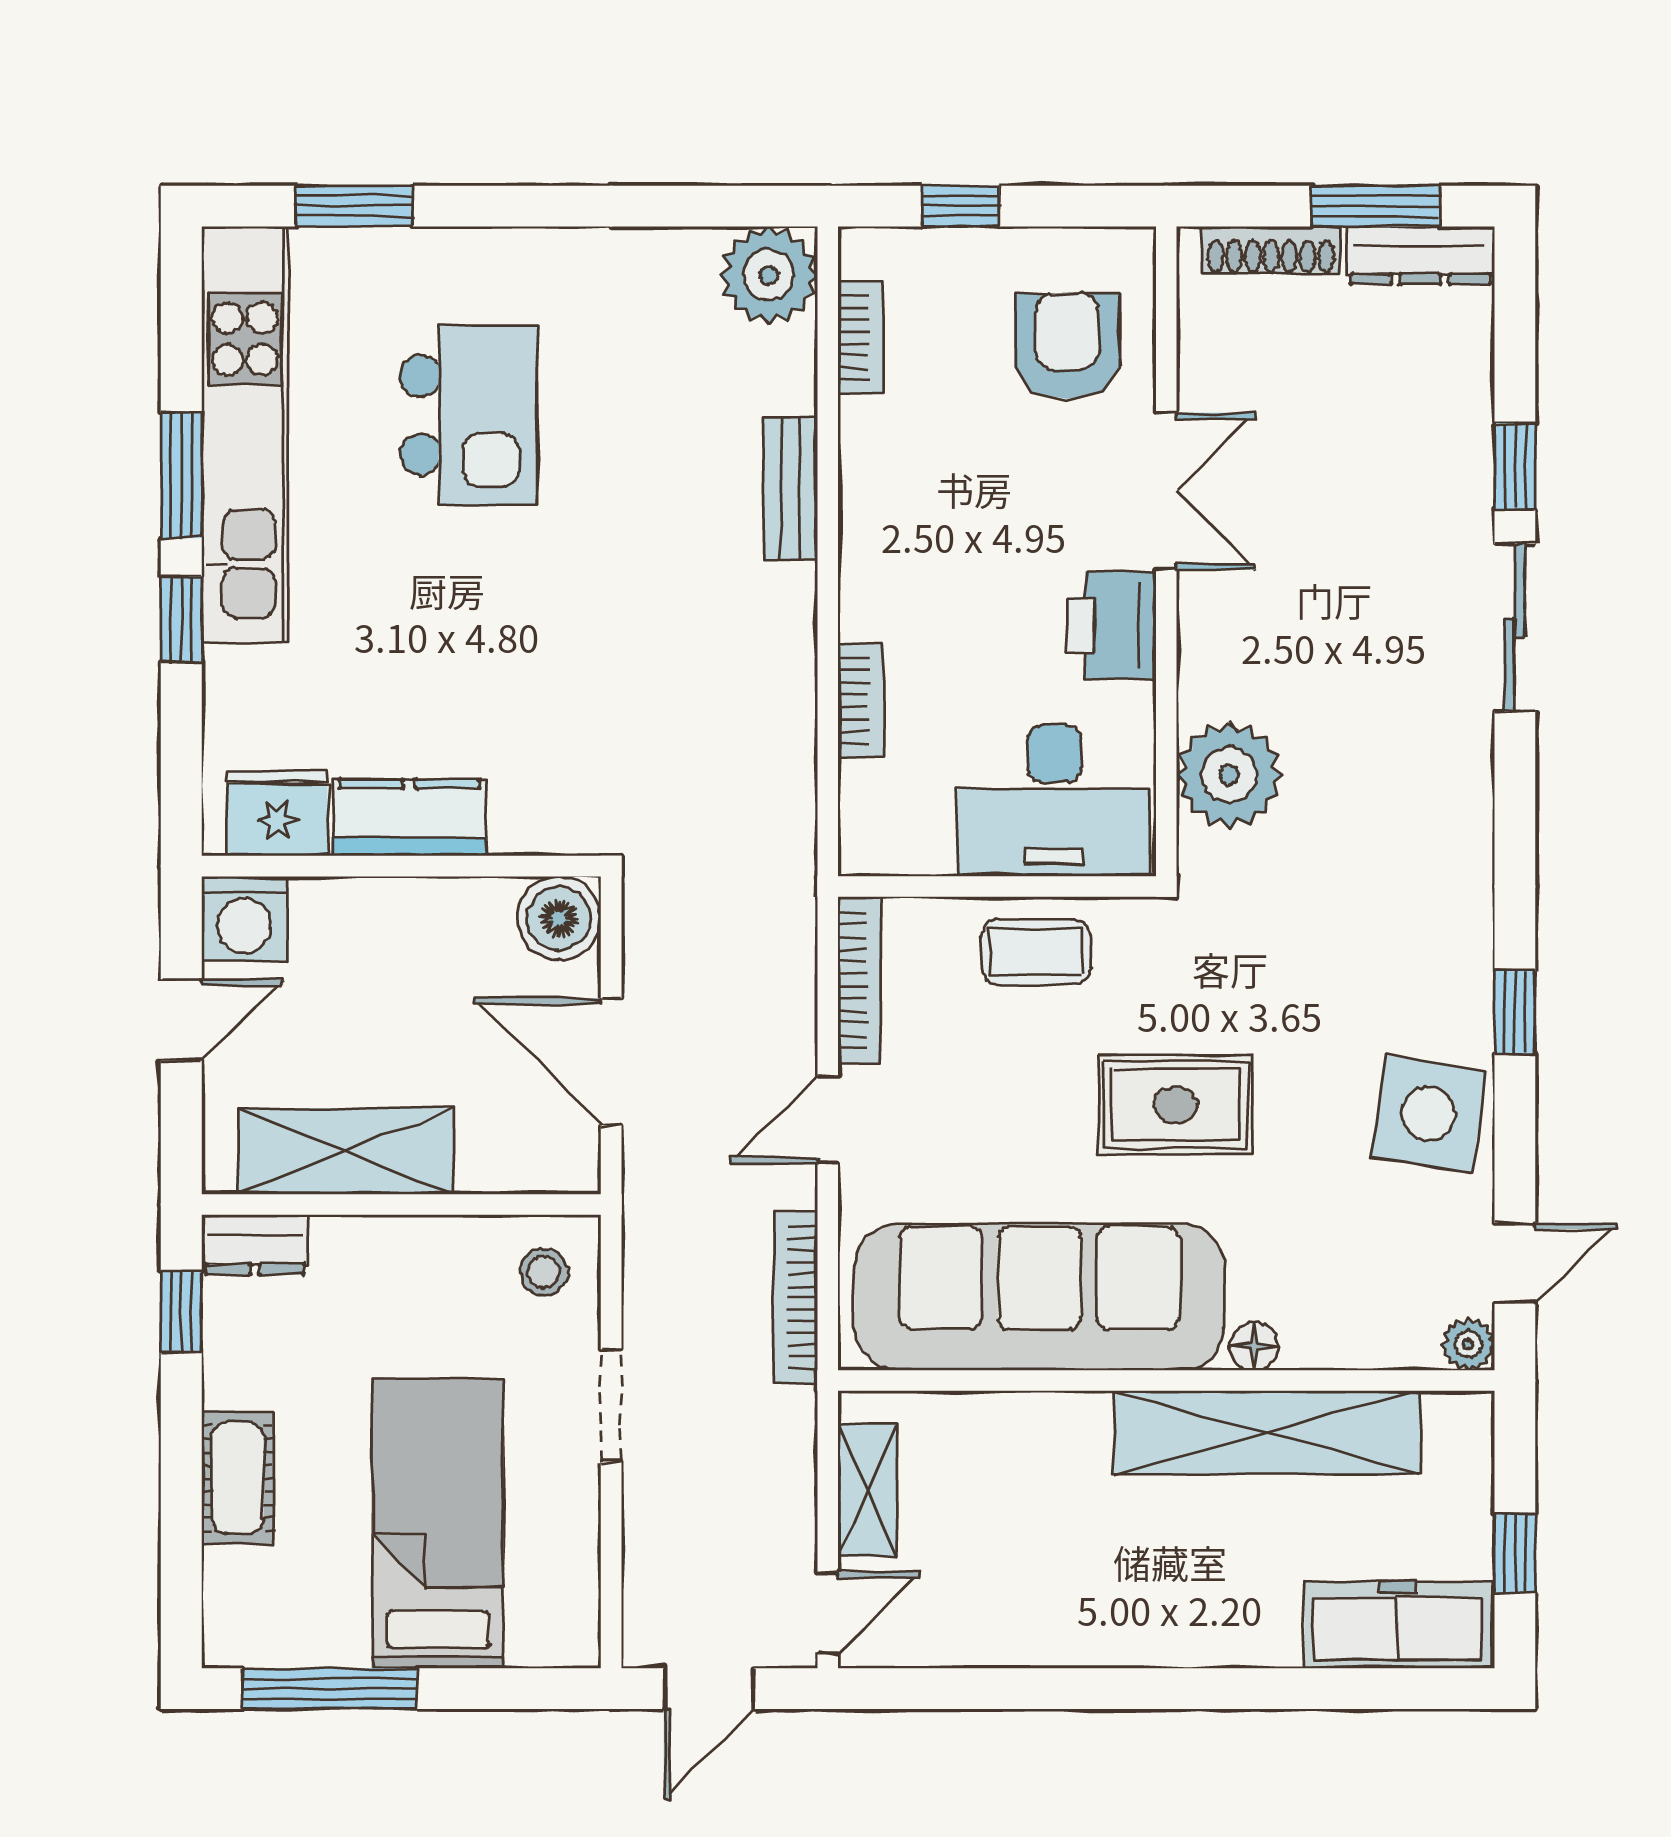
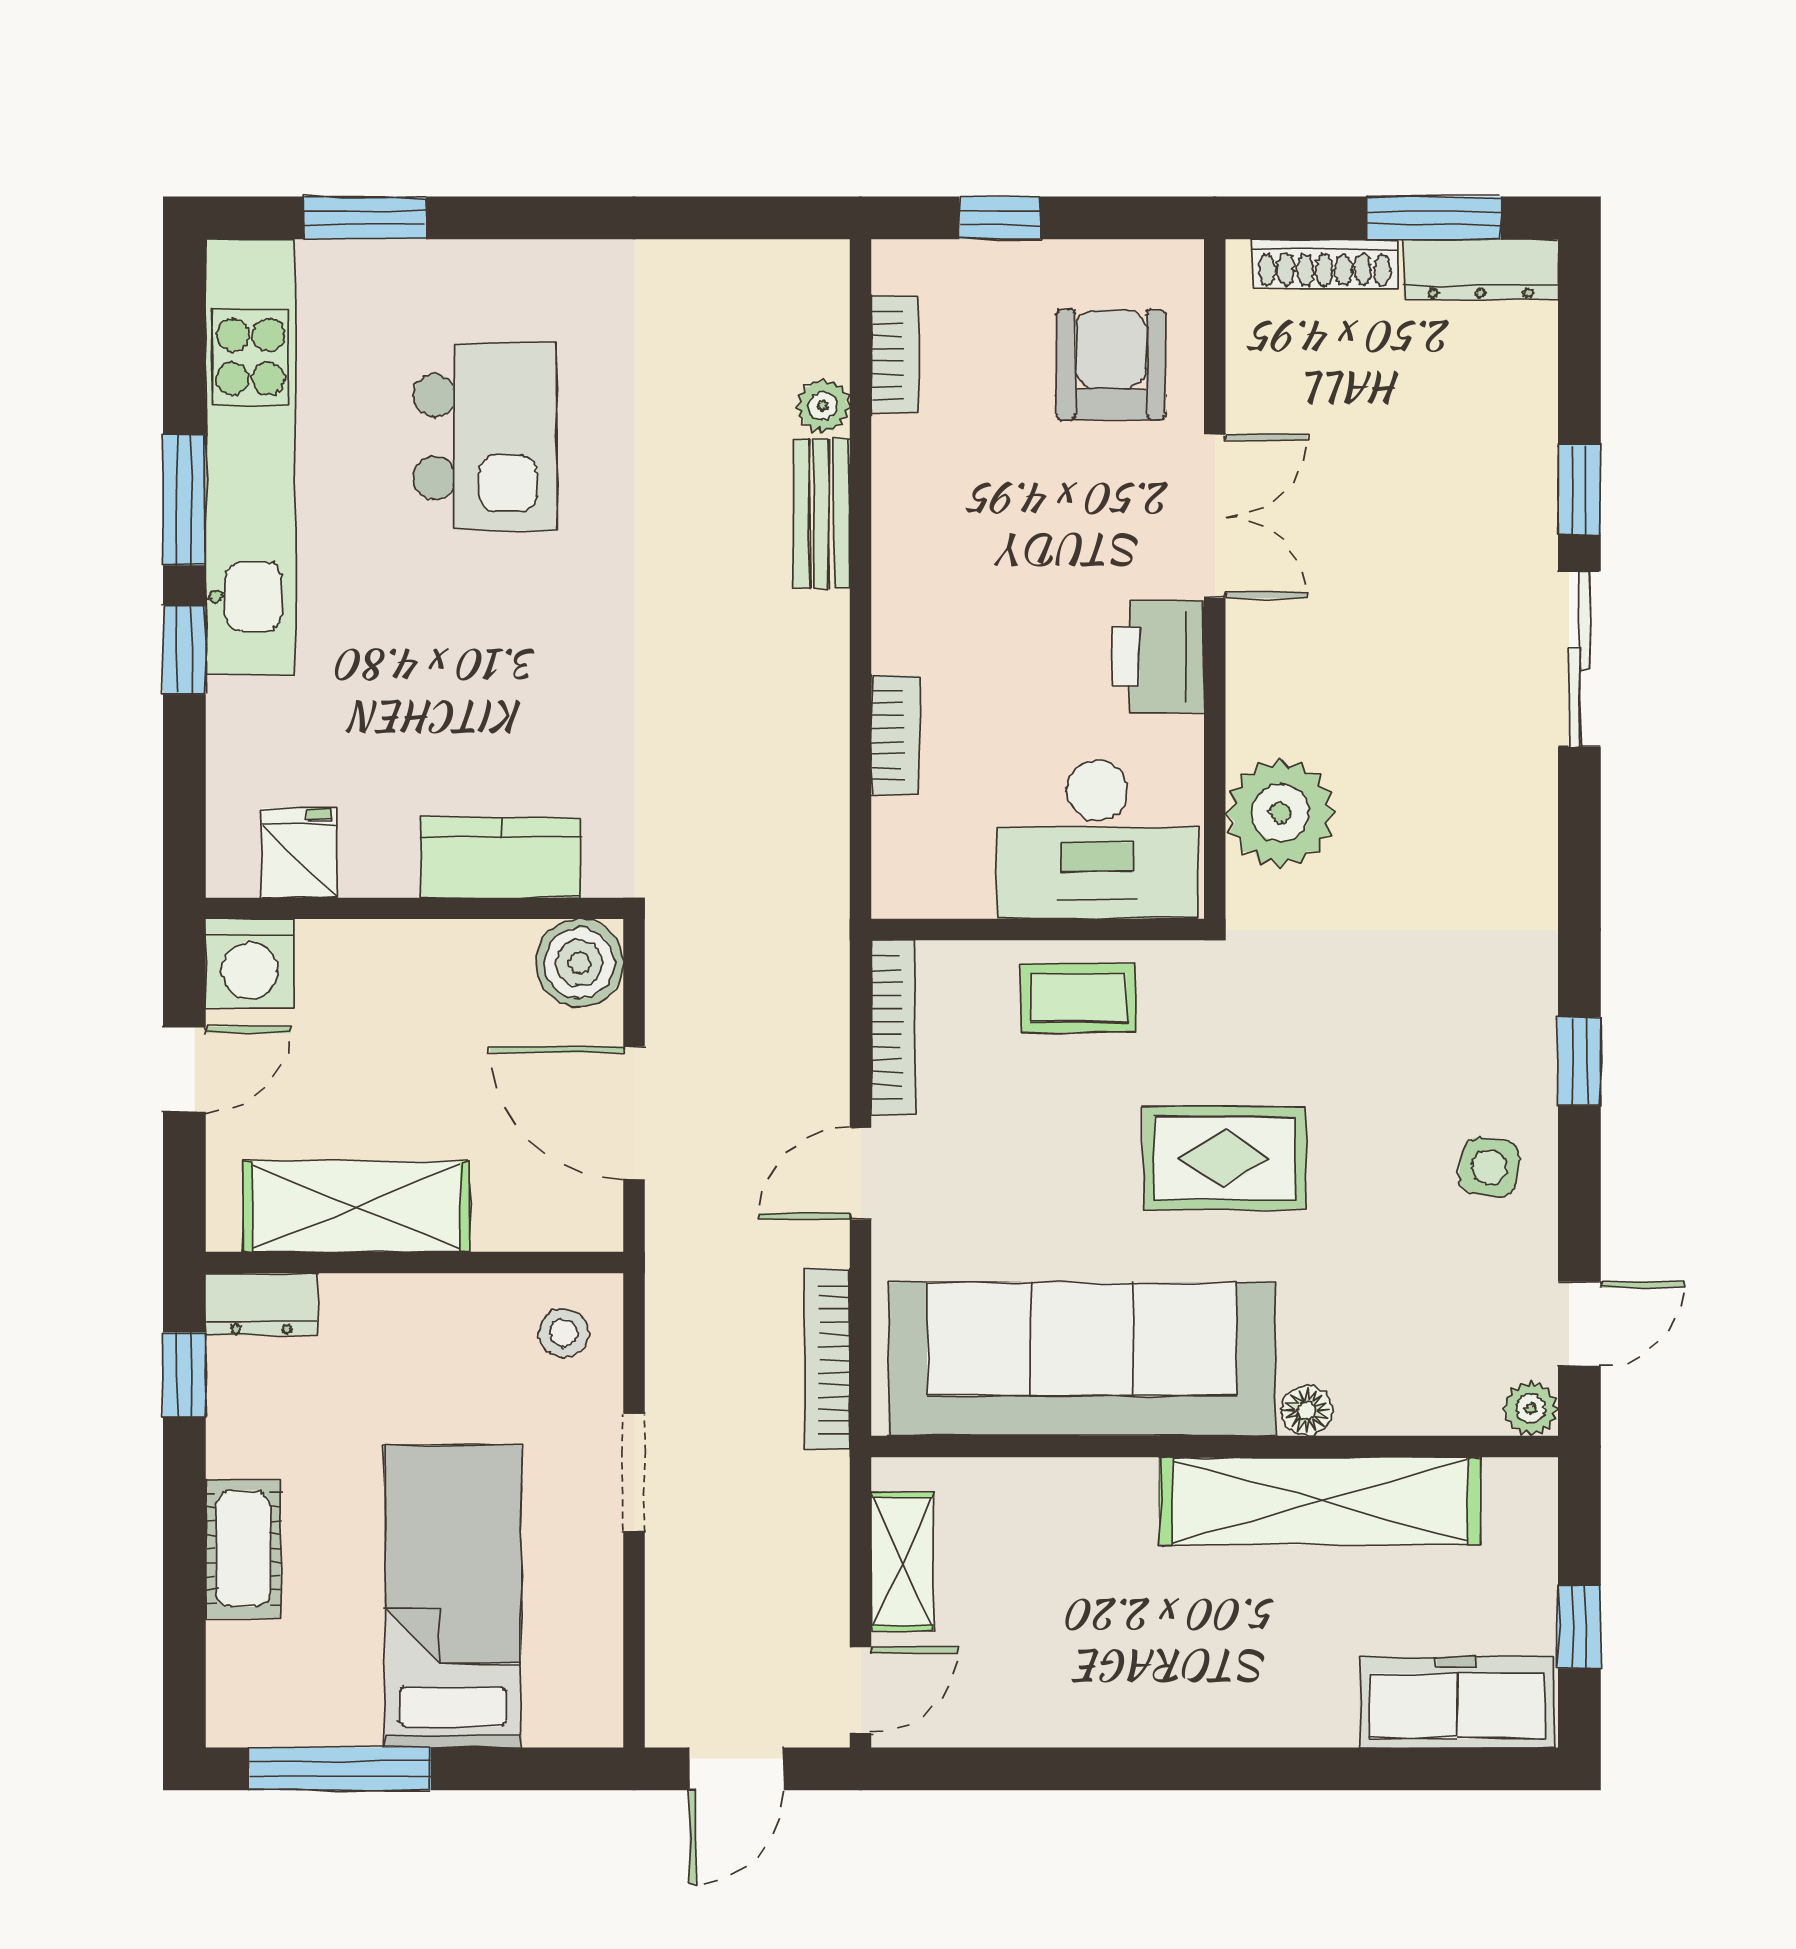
plant: (769, 275) -> (823, 406), moved, width x0.53, depth x0.53
fridge: (278, 813) -> (300, 853), width x0.72
kitchen counter: (409, 818) -> (501, 858), moved
side table: (1429, 1114) -> (1489, 1167), width x0.54, depth x0.54

